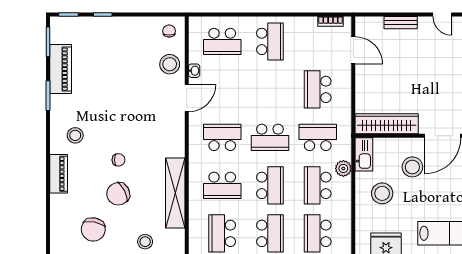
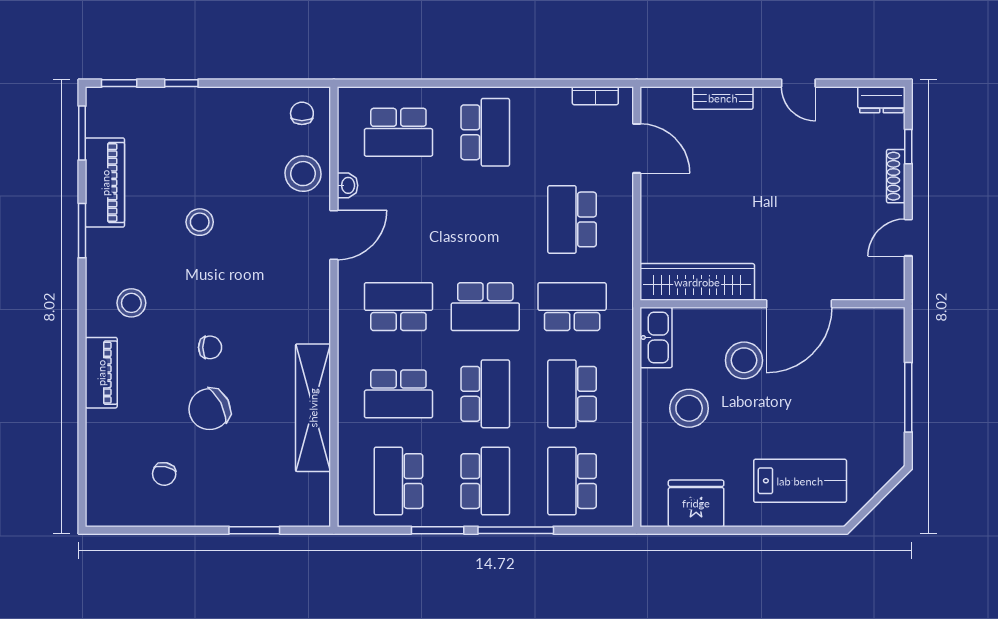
plant: (343, 168) -> (619, 363), removed
chair: (93, 229) -> (164, 474), width x0.54, depth x0.54
stool: (145, 242) -> (200, 222), moved

